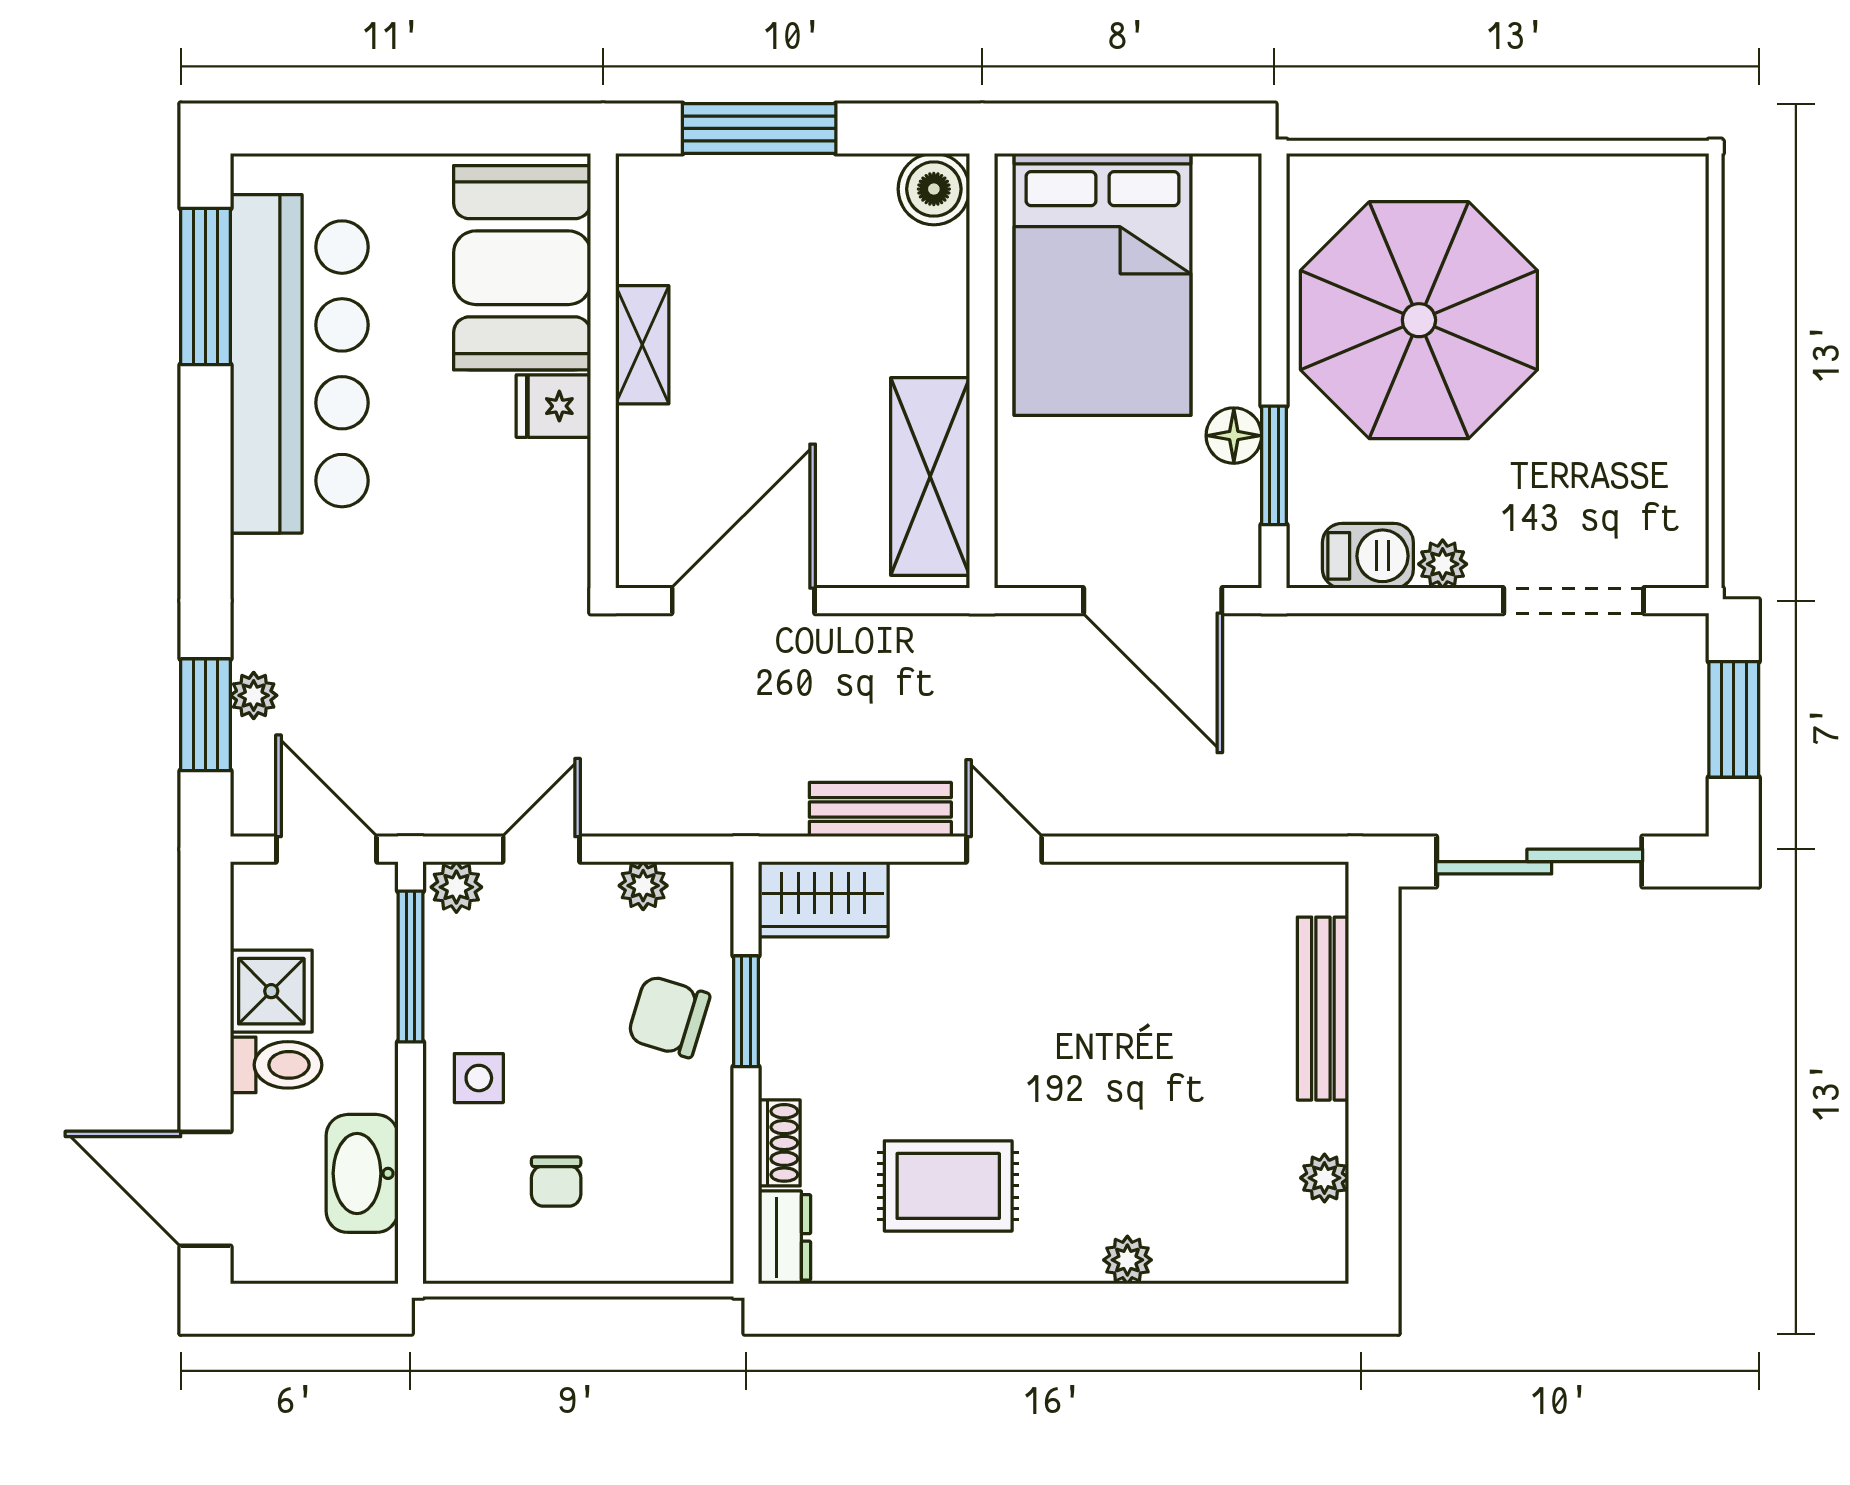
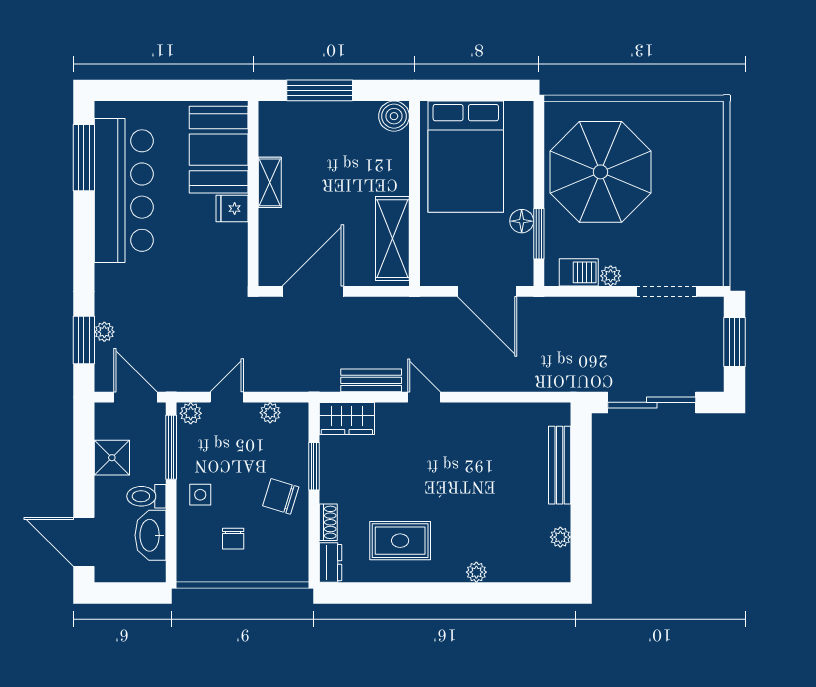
chair: (669, 1017) -> (281, 496), moved
toilet: (276, 1065) -> (146, 496), moved, turned 180

